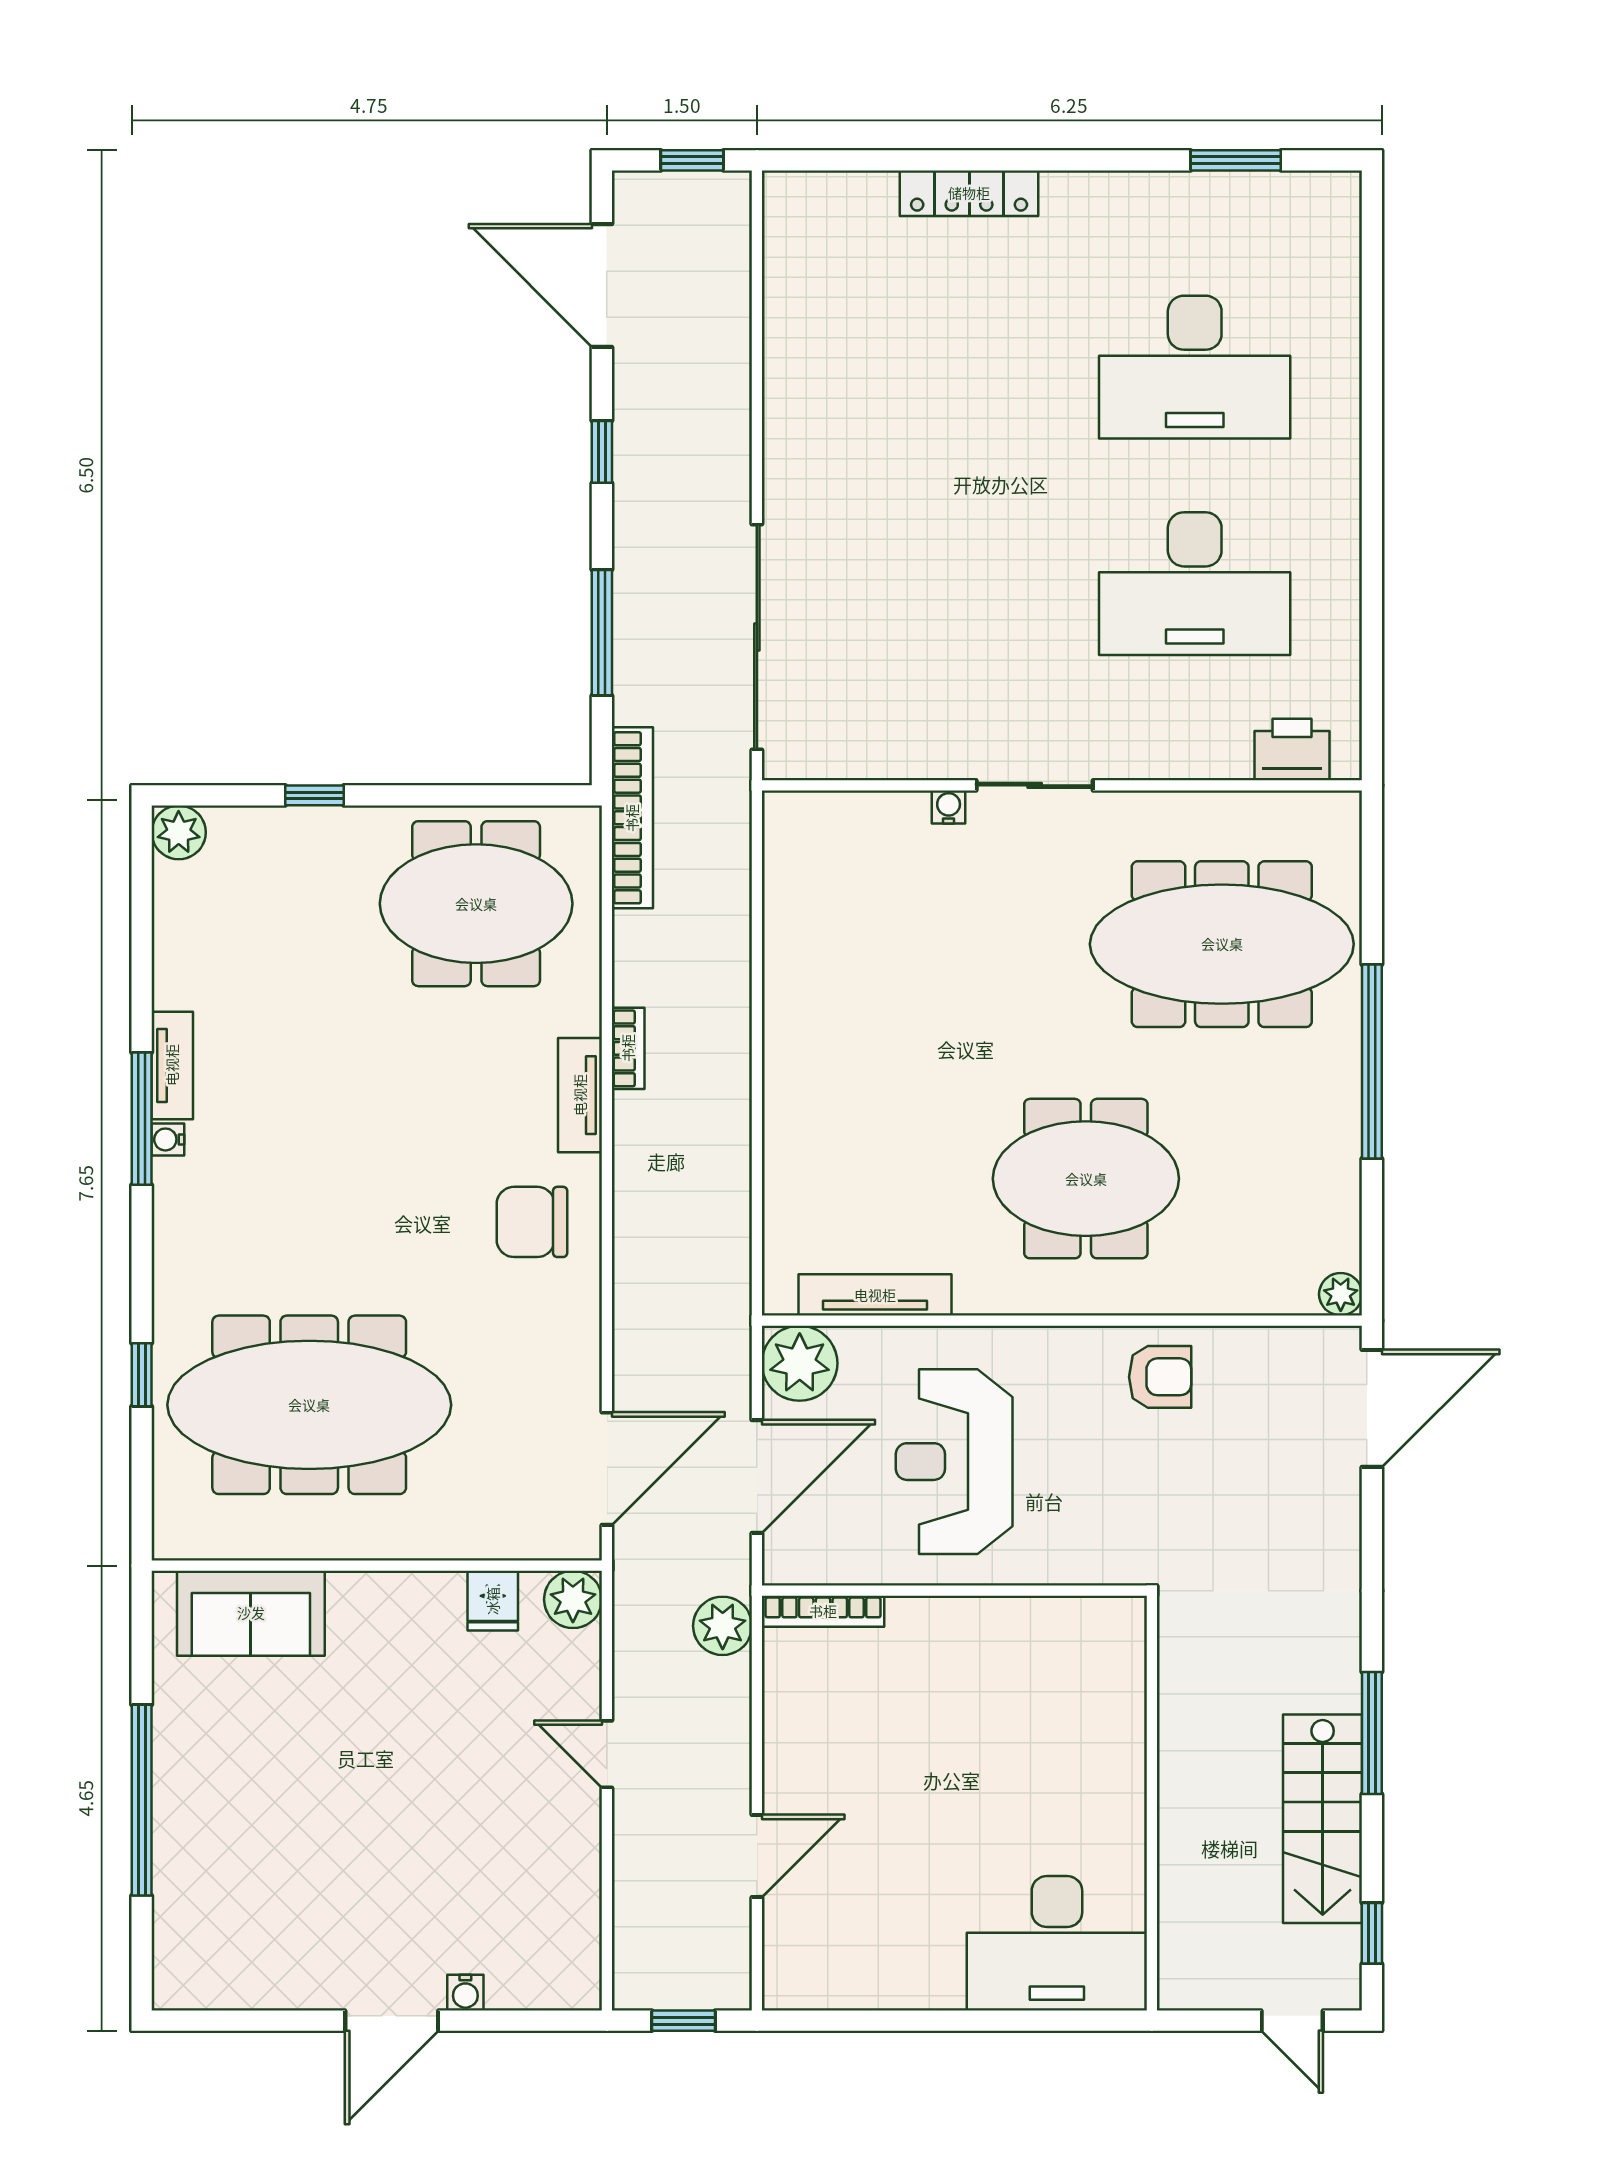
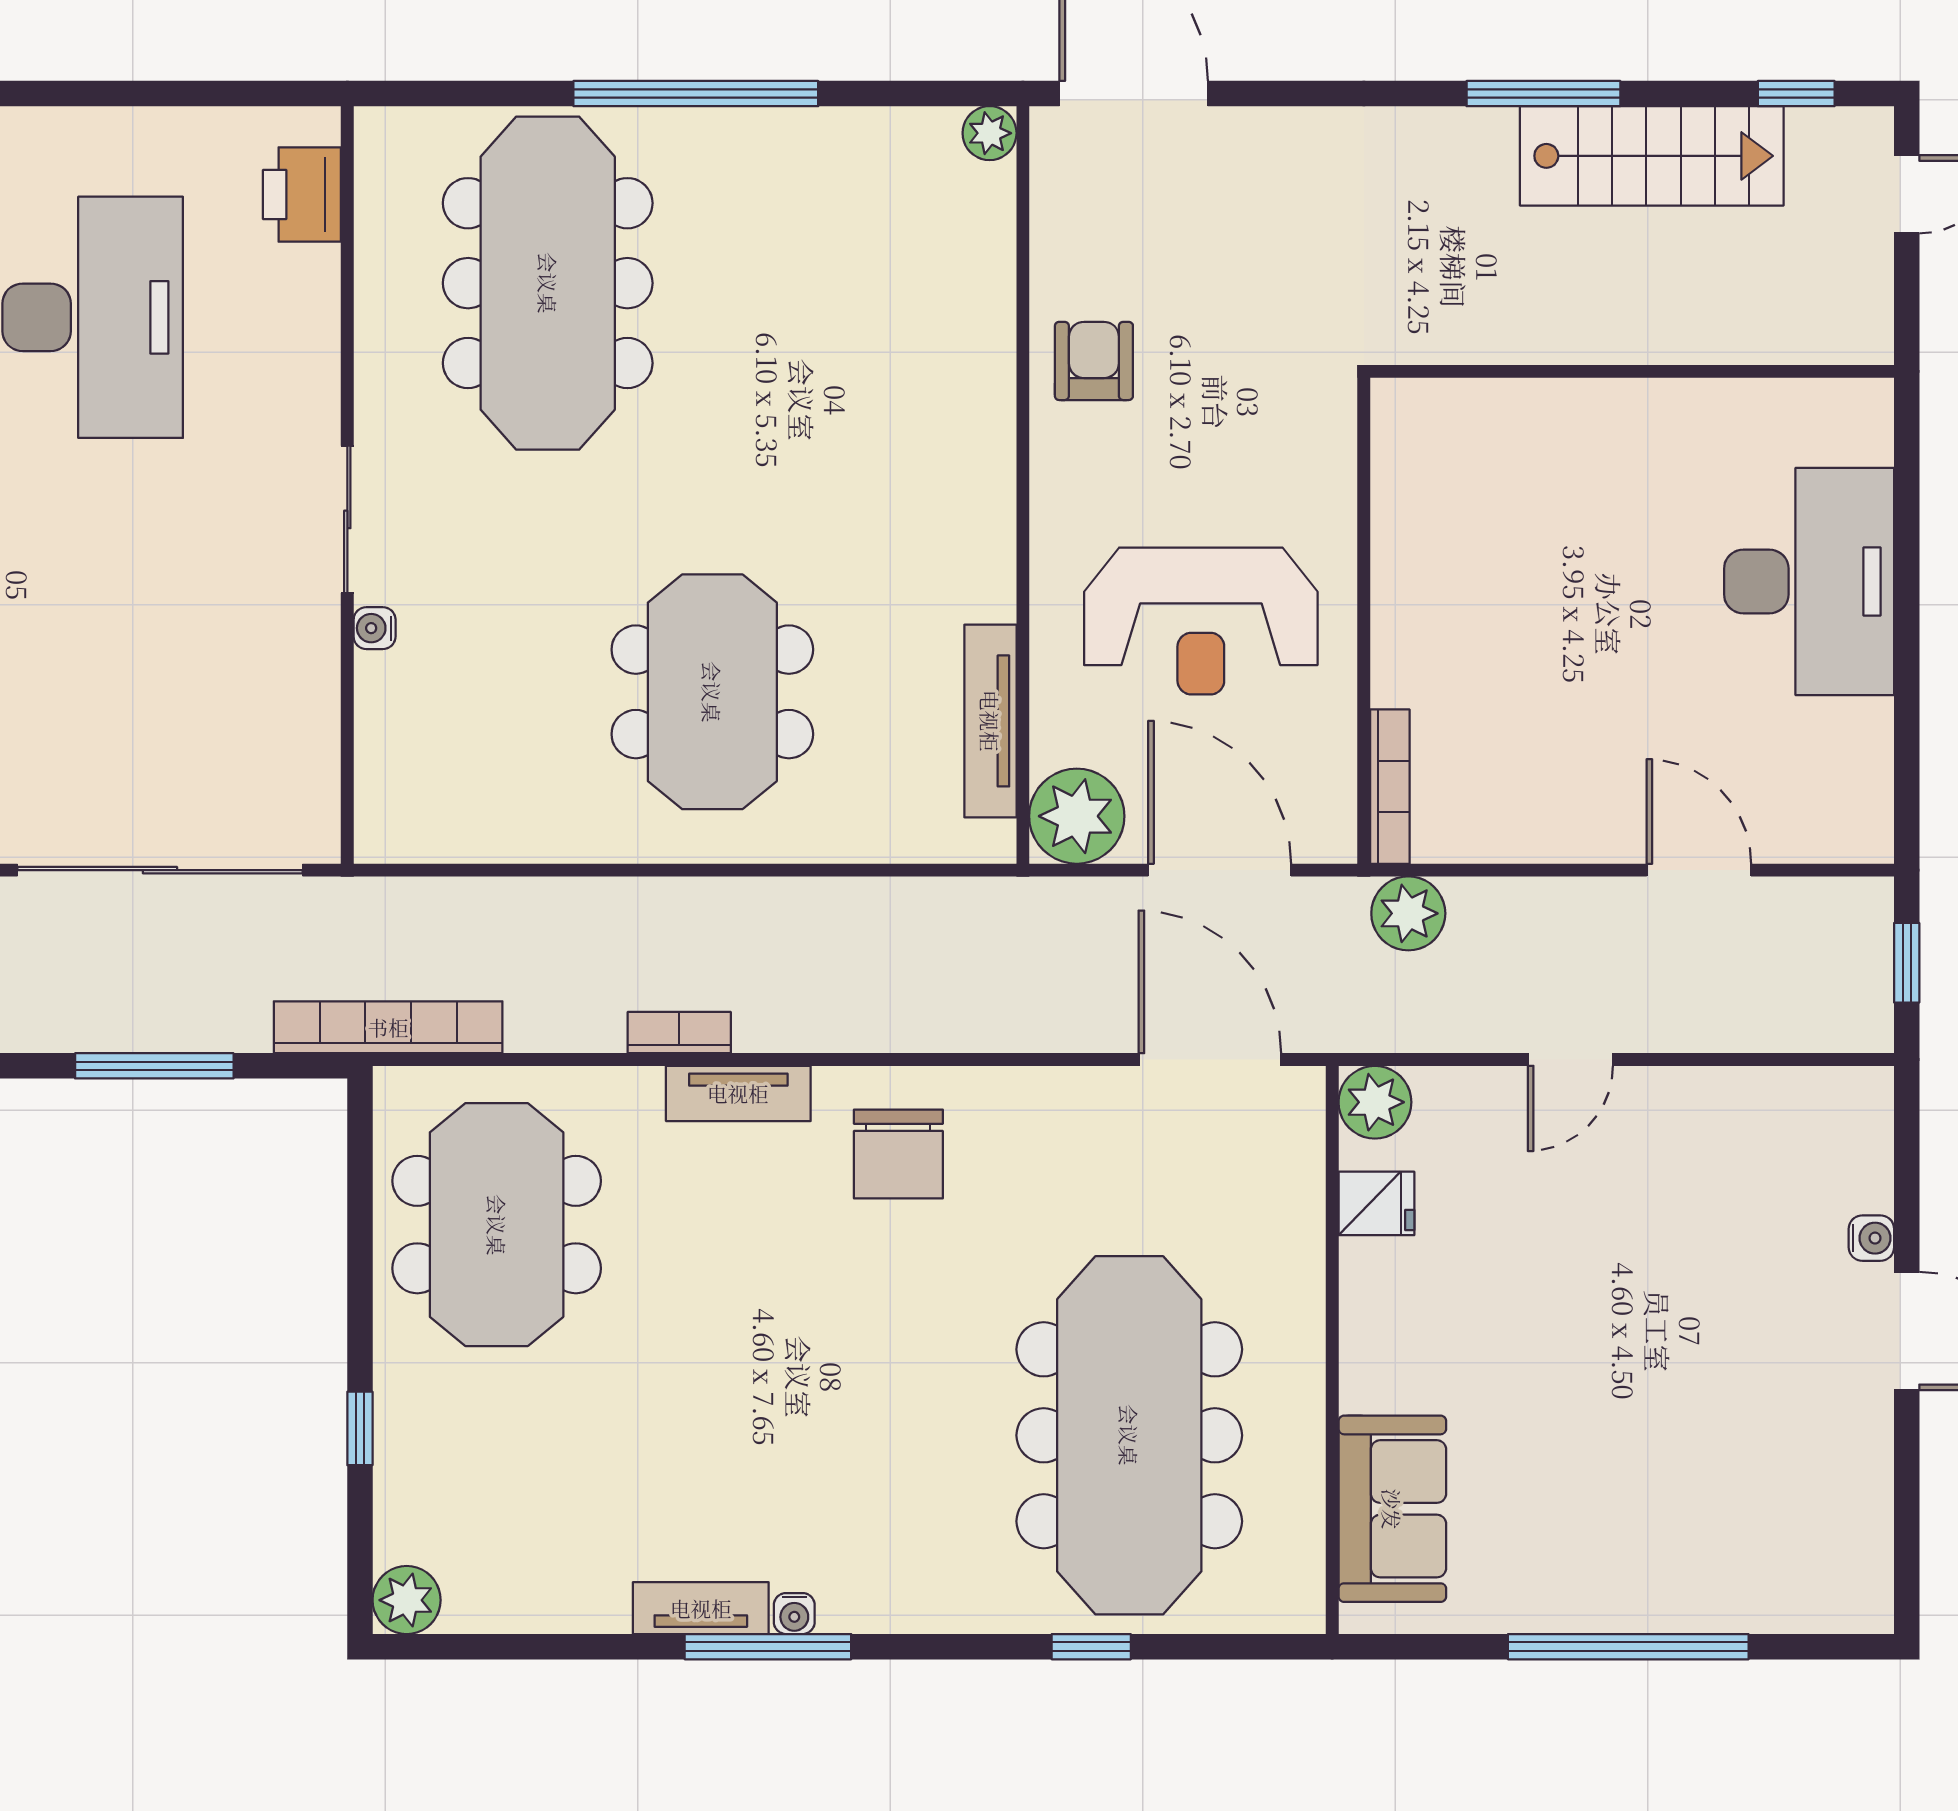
meeting table: (1086, 1179) -> (712, 692), moved
desk: (1057, 1943) -> (1809, 581), moved

